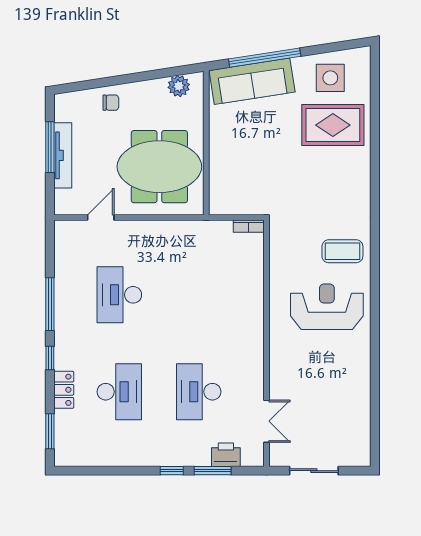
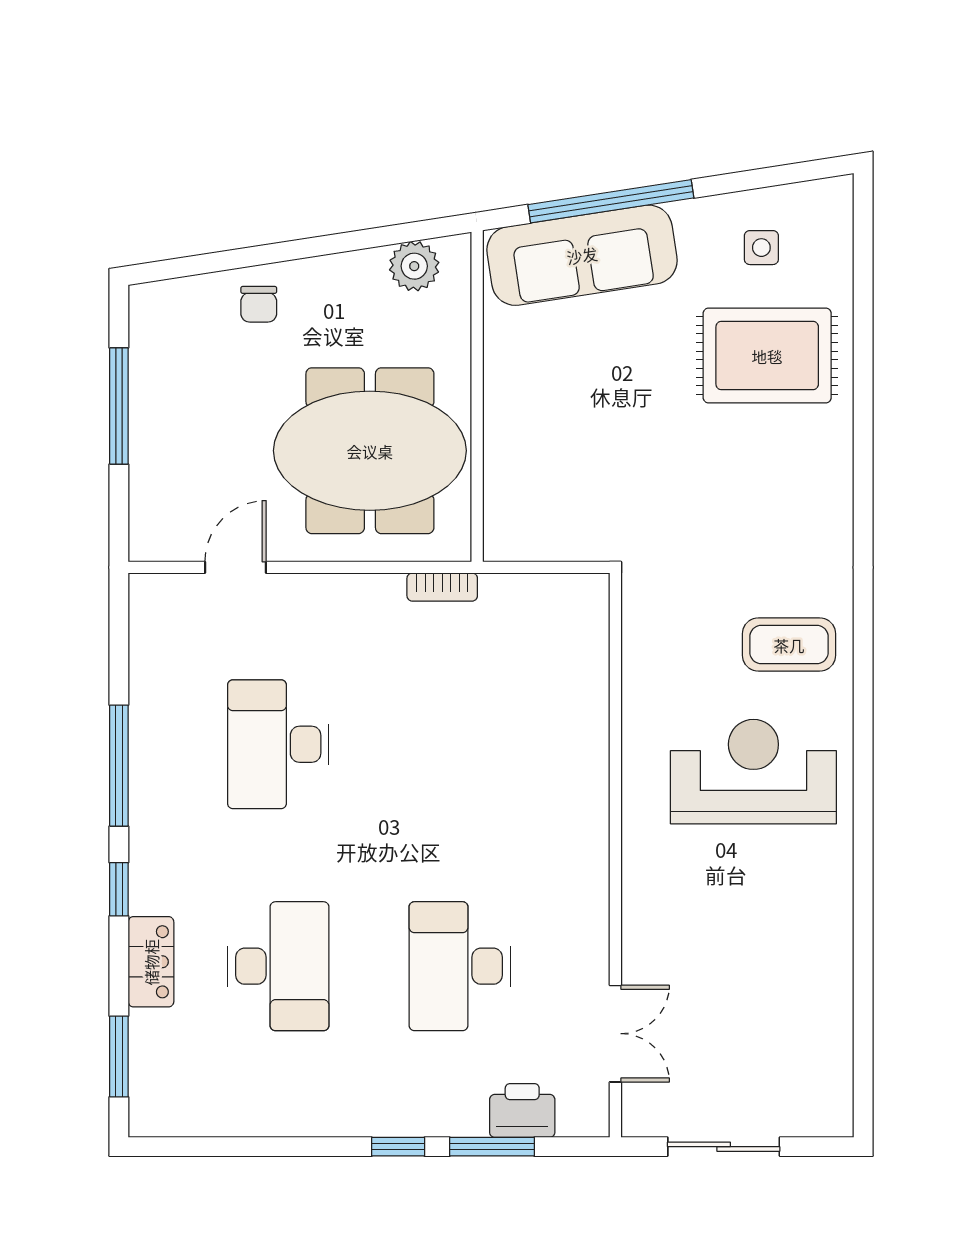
side table: (330, 78) -> (761, 248), width x0.54, depth x0.54
chair: (111, 103) -> (259, 304), turned 90
tv unit: (63, 155) -> (148, 425), removed
bookcase: (249, 226) -> (442, 587), moved

